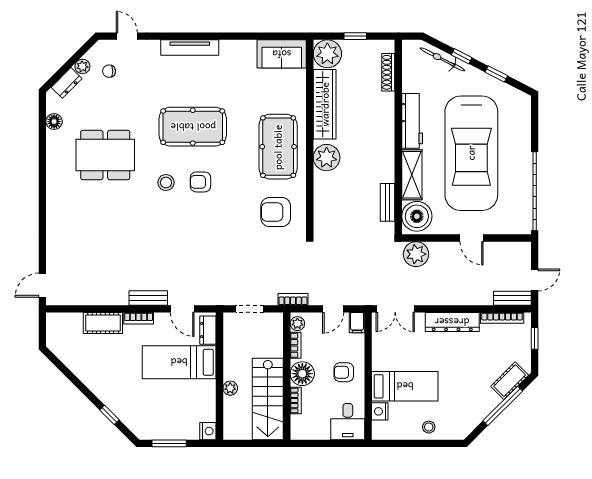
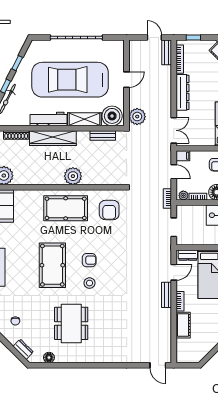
plant: (82, 66) -> (12, 339), removed
wardrobe: (325, 104) -> (53, 138), moved, turned 180
car: (471, 153) -> (70, 80), turned 180
armchair: (200, 182) -> (89, 260), turned -90
garage door: (535, 191) -> (76, 38), moved

